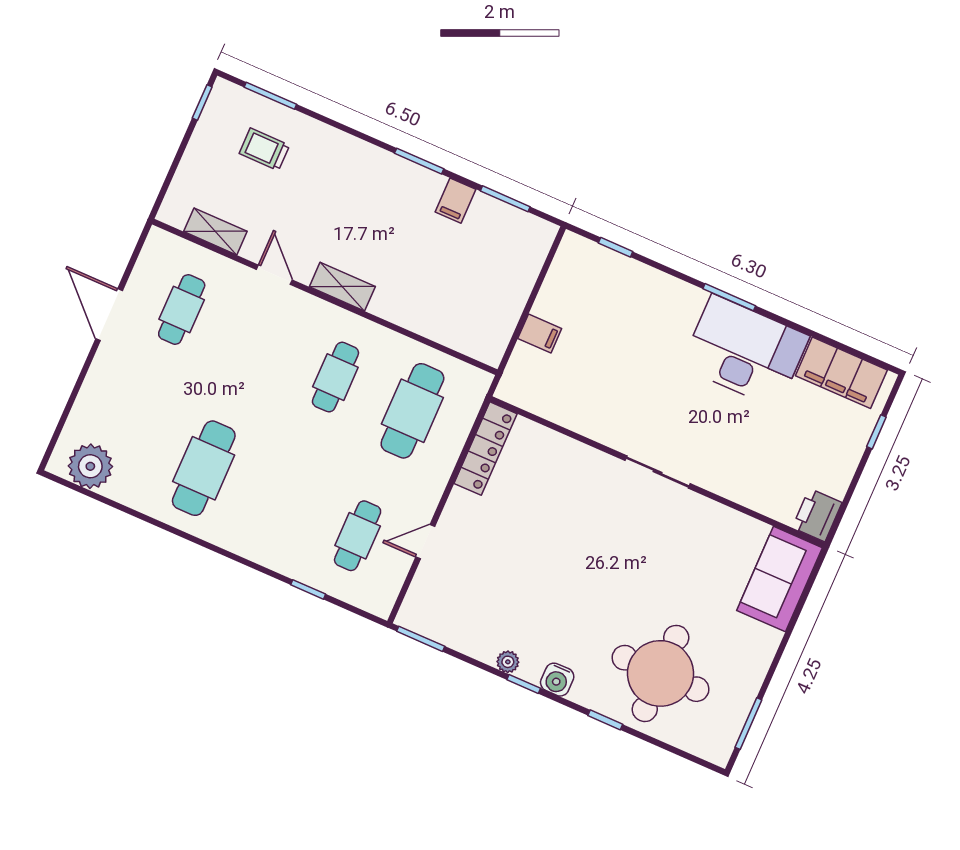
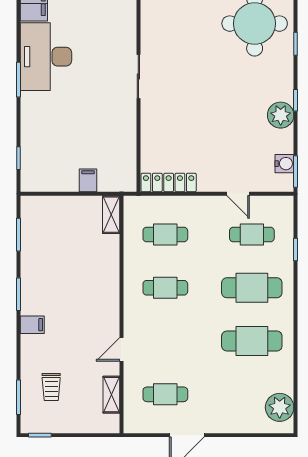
filing cabinet: (456, 201) -> (32, 325), moved
shelving: (342, 287) -> (111, 215), moved
cafe table: (412, 411) -> (165, 234), width x0.73, depth x0.74
cafe table: (281, 502) -> (252, 288), added
plant: (508, 662) -> (281, 115), width x1.88, depth x1.88
water cooler: (557, 680) -> (284, 164), moved

